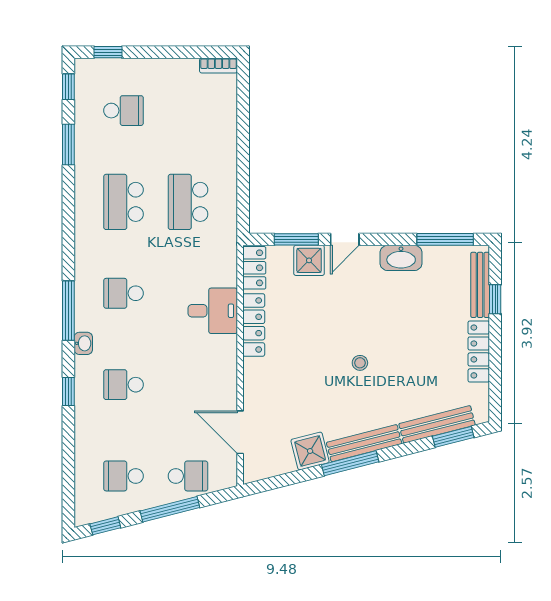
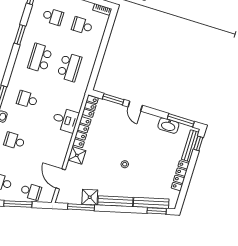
school desk: (188, 111) -> (82, 26), added
window: (68, 145) -> (20, 35), moved
school desk: (188, 202) -> (69, 67), turned 180
door: (345, 239) -> (135, 106), hinge flipped
washbasin: (401, 258) -> (168, 126), moved
shower: (309, 260) -> (77, 155), moved
window: (495, 299) -> (198, 143), moved
window: (350, 463) -> (81, 207), moved

